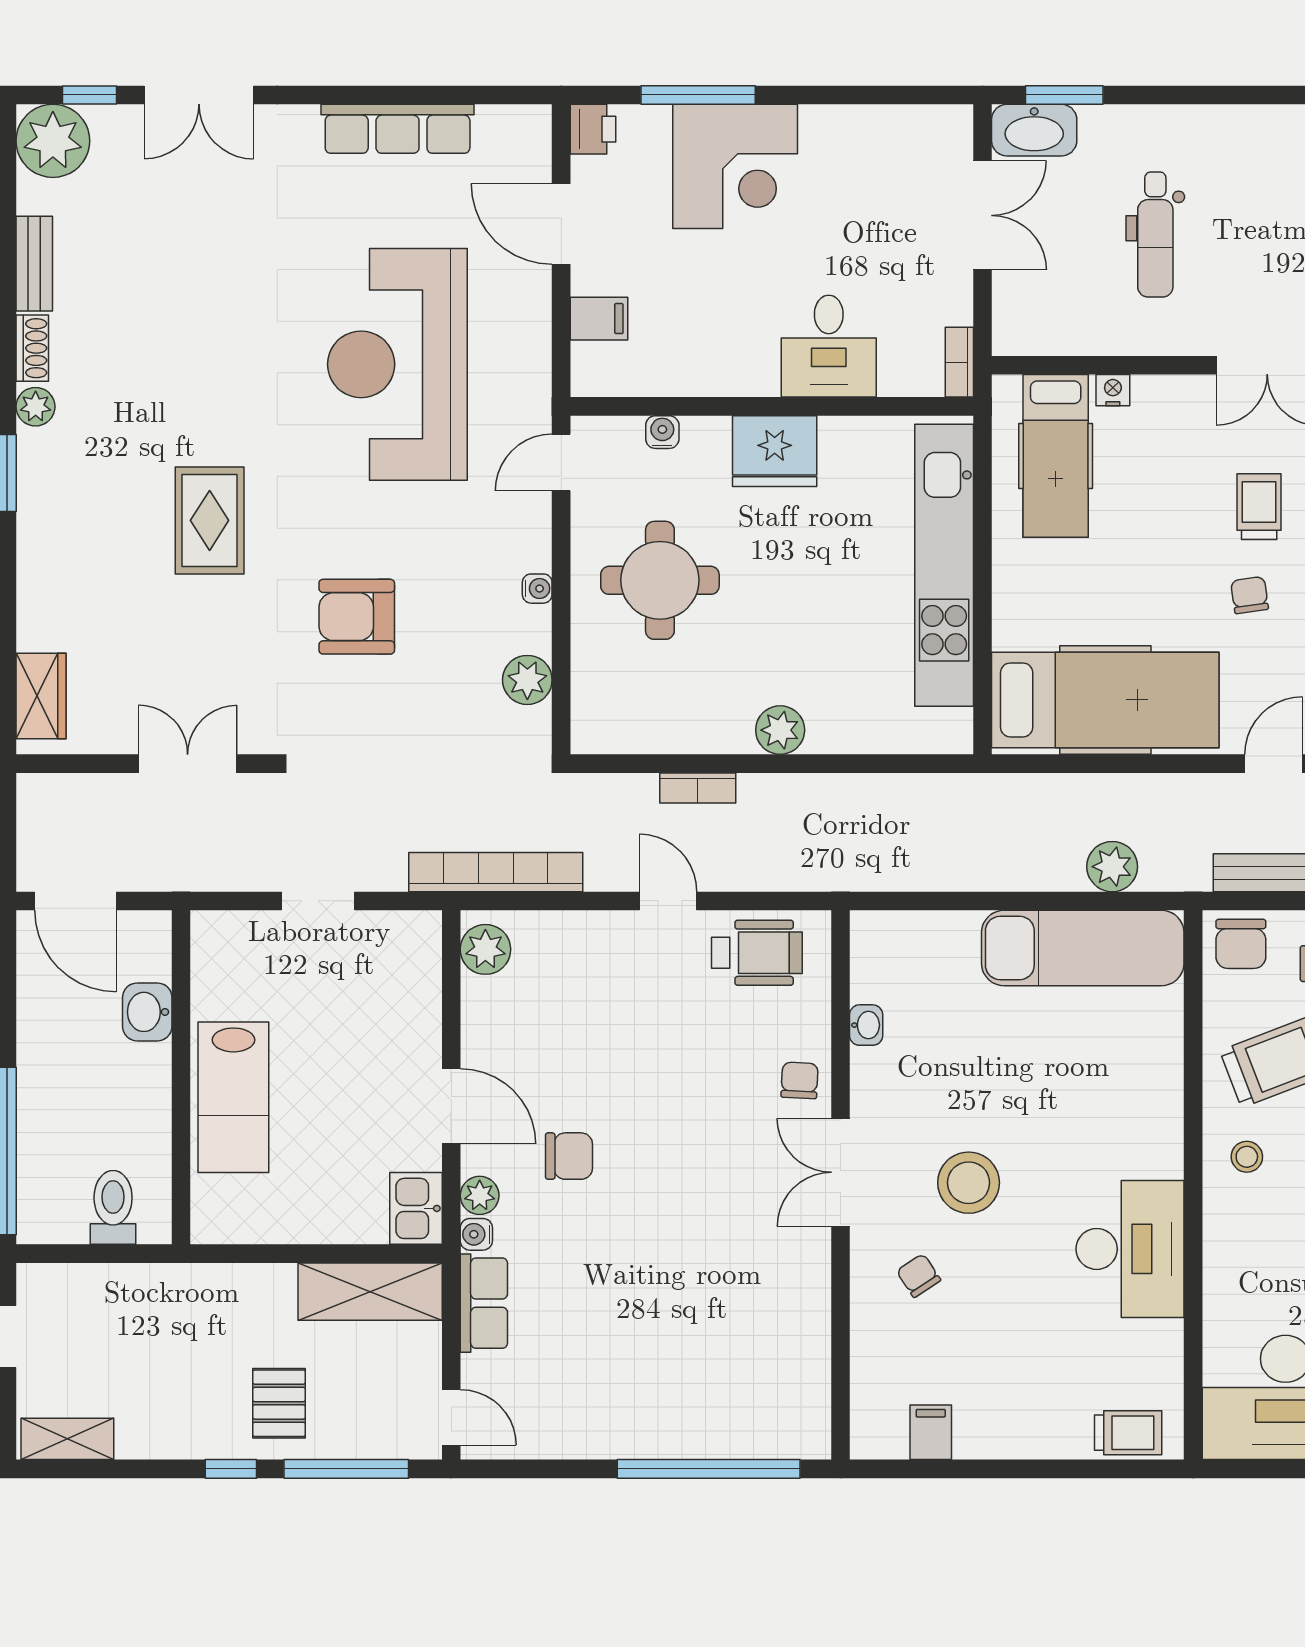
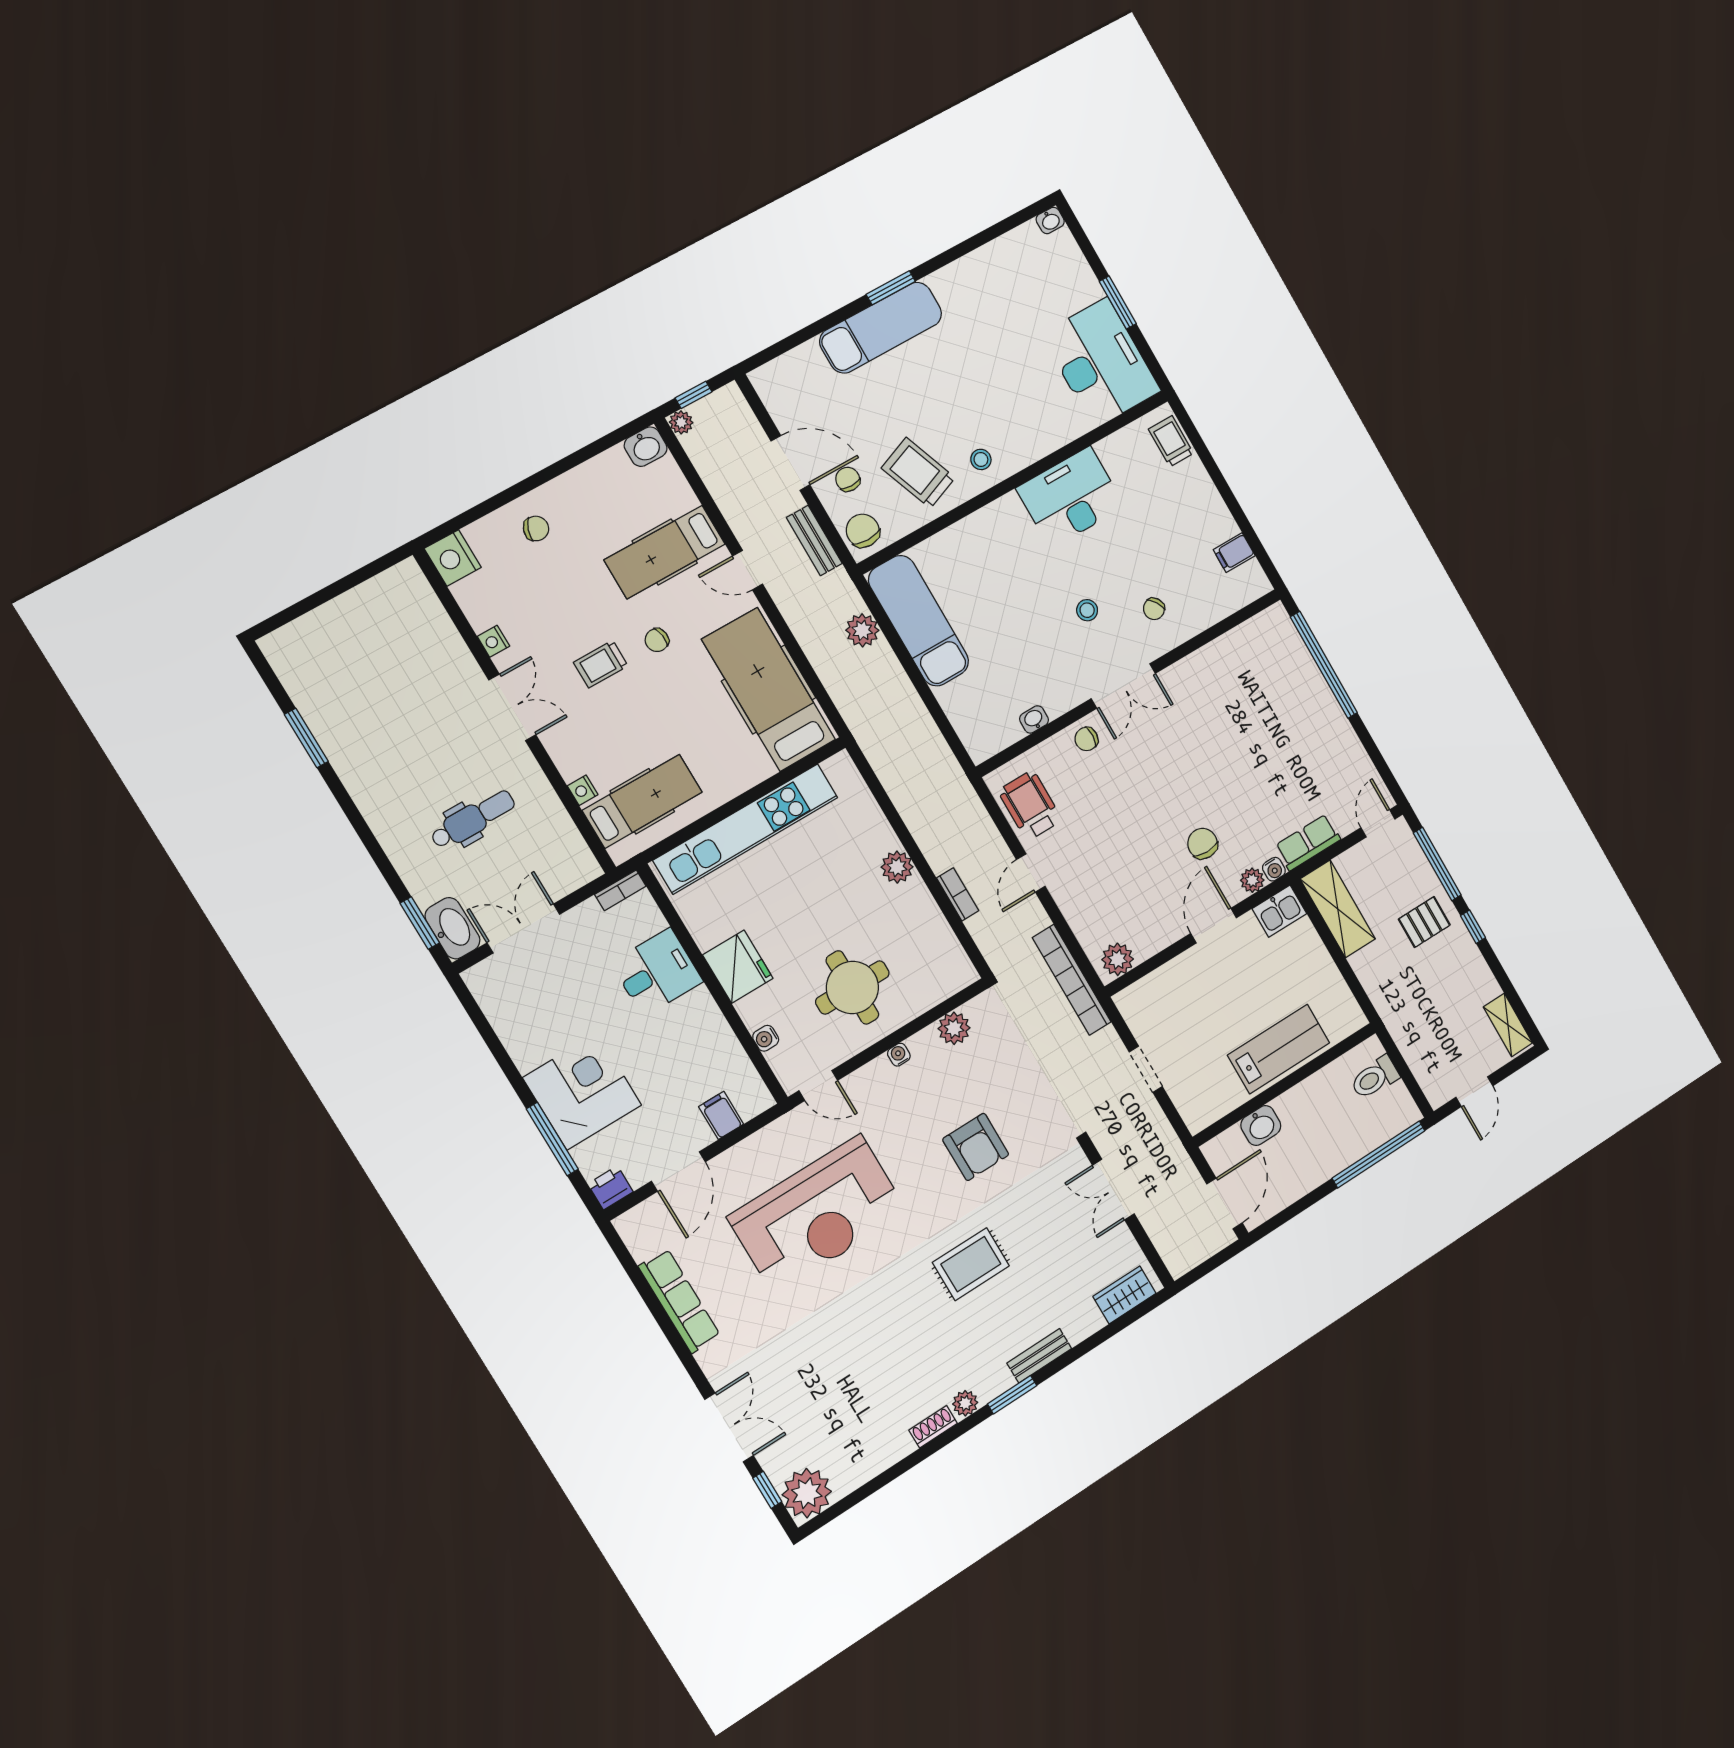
bench: (34, 264) -> (1039, 1356), moved
chair: (1241, 944) -> (863, 531), turned -90
stool: (969, 1183) -> (1087, 610), width x0.53, depth x0.53

